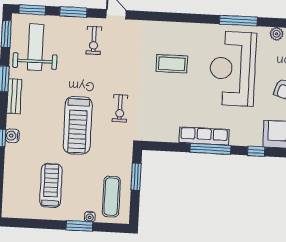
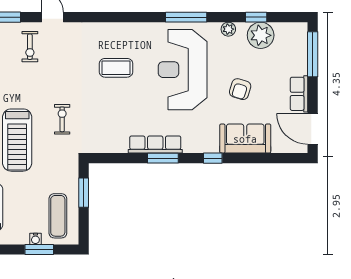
exercise bike: (120, 108) -> (62, 119), turned 180
window: (210, 149) -> (163, 158), width x0.69
window: (79, 226) -> (39, 250), moved

